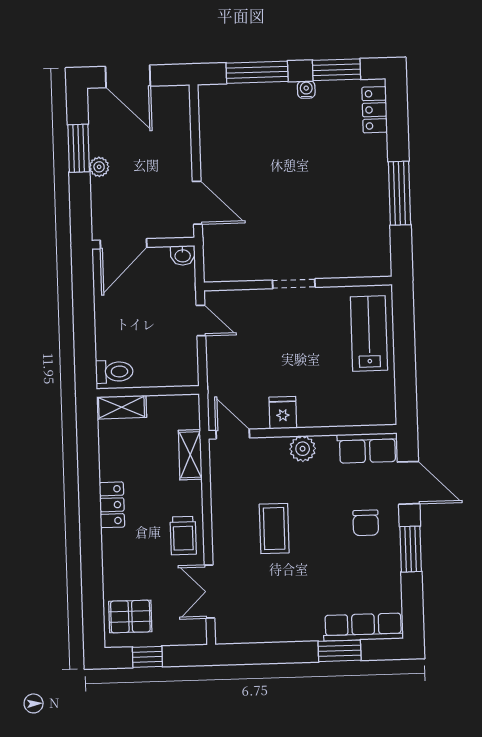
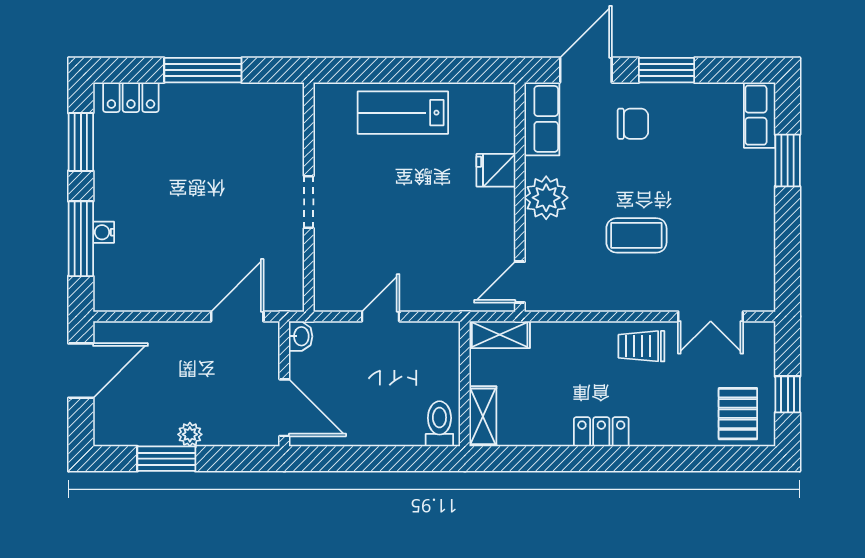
door: (128, 76) -> (81, 371), moved
water cooler: (306, 89) -> (104, 232), moved
window: (399, 193) -> (203, 70), moved
doorway: (294, 284) -> (309, 202), moved
wall: (298, 284) -> (309, 197), moved
fridge: (283, 413) -> (496, 170), moved
plant: (303, 449) -> (546, 198), width x1.36, depth x1.36
shelving: (190, 455) -> (500, 335), moved
trolley: (183, 536) -> (641, 346), turned 180
row of seats: (363, 627) -> (760, 115), width x0.68

